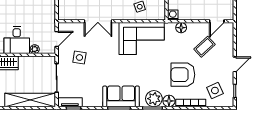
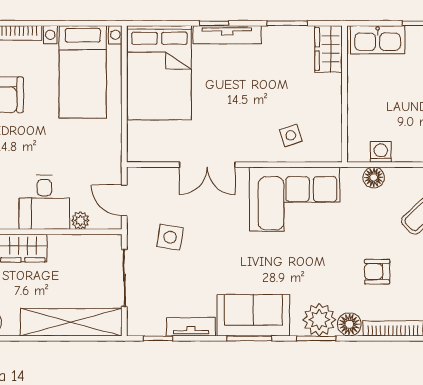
washing machine: (173, 15) -> (381, 152), moved
door: (57, 39) -> (124, 200), swing flipped
armchair: (183, 75) -> (377, 272), width x0.53, depth x0.53
tv unit: (70, 102) -> (191, 327), moved

